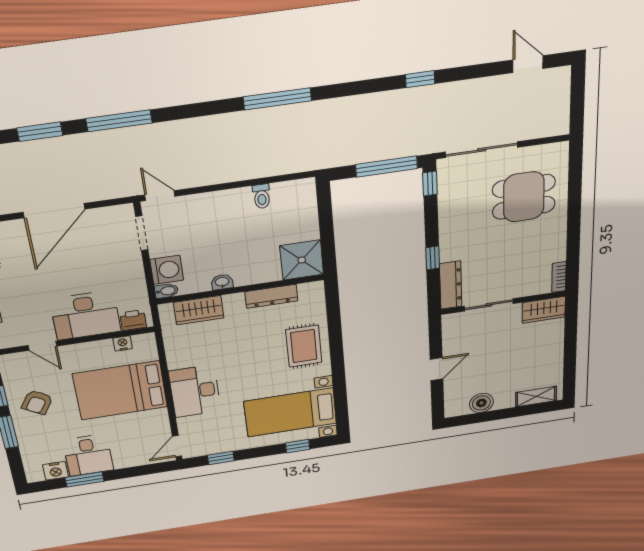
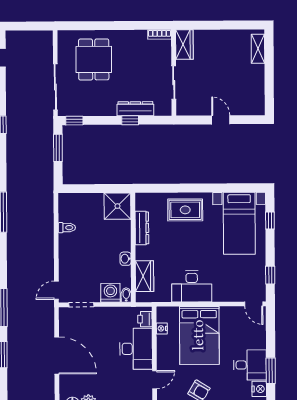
window: (387, 166) -> (58, 148), width x0.69
dresser: (451, 285) -> (135, 109), moved
desk: (195, 391) -> (192, 286), moved
boiler: (481, 403) -> (256, 88), removed

